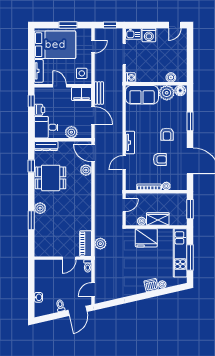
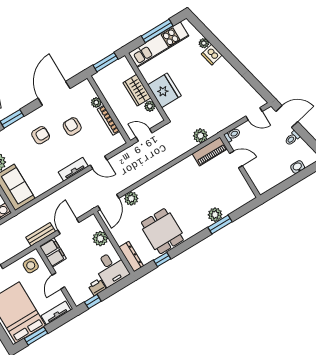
window: (31, 48) -> (36, 336), added
plant: (40, 208) -> (215, 215), moved

